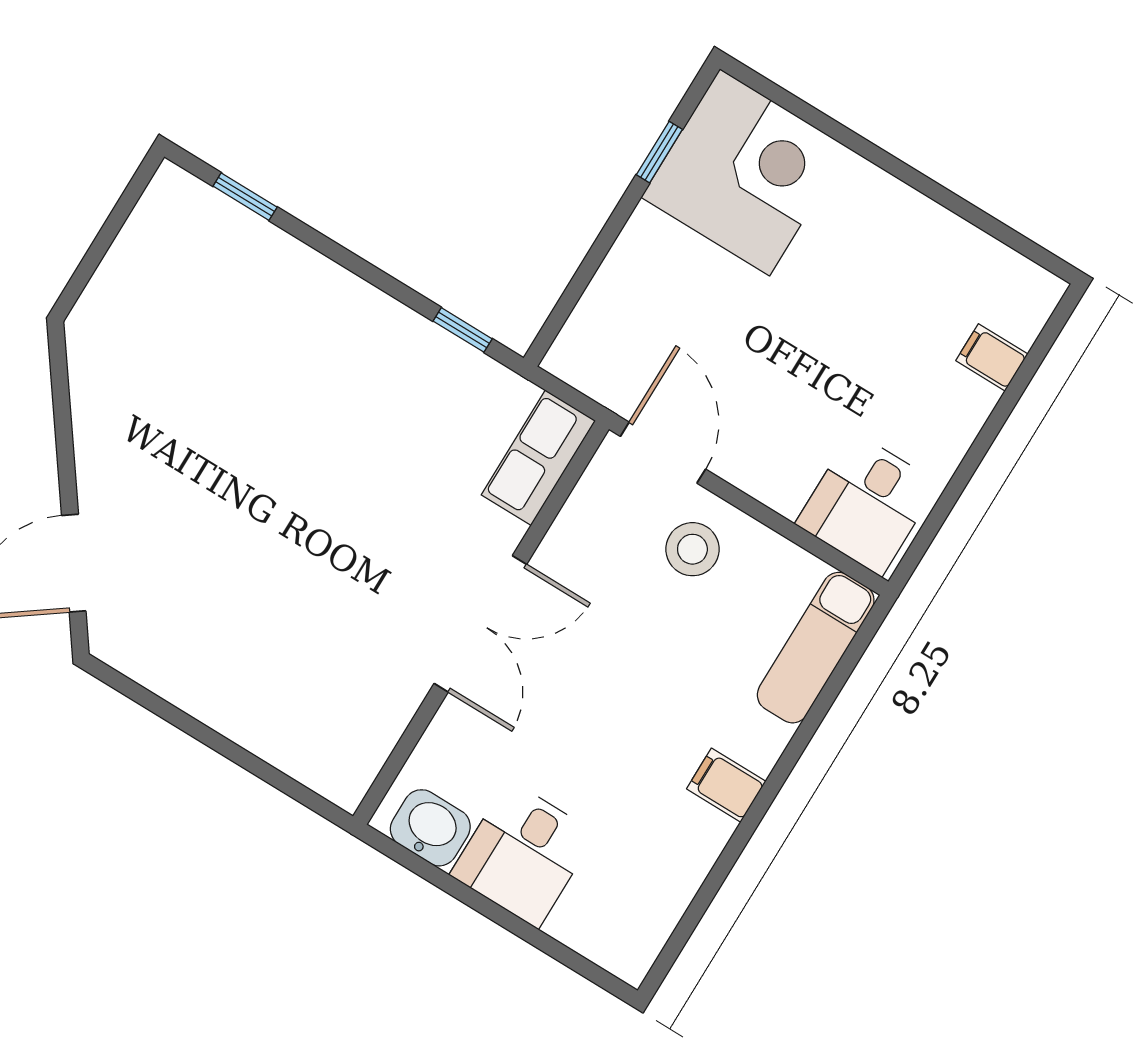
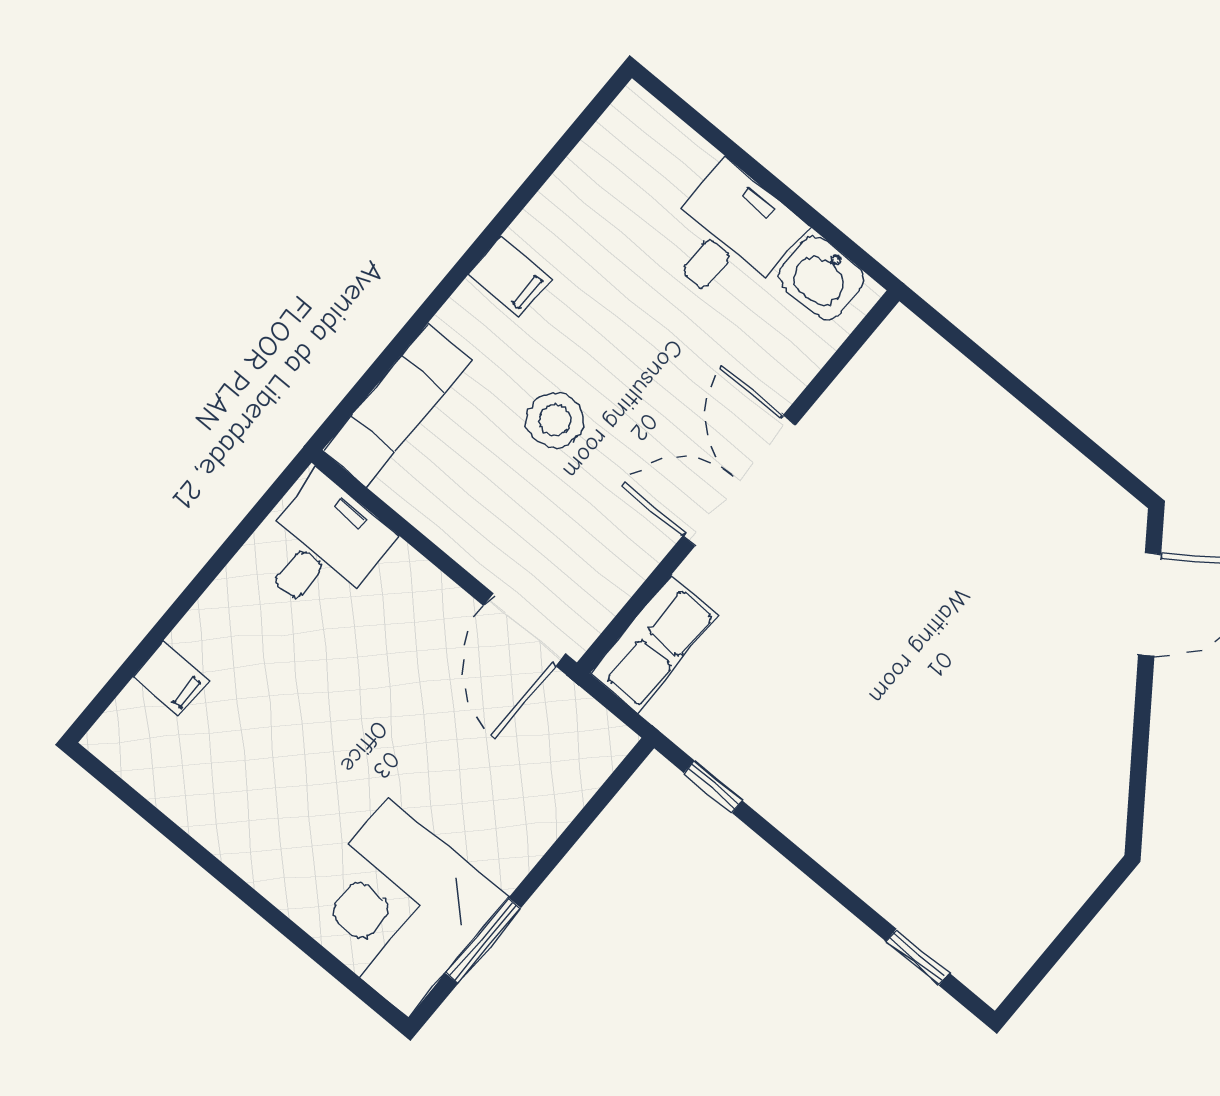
window: (659, 152) -> (483, 941), width x1.50
stool: (692, 549) -> (555, 420), moved

